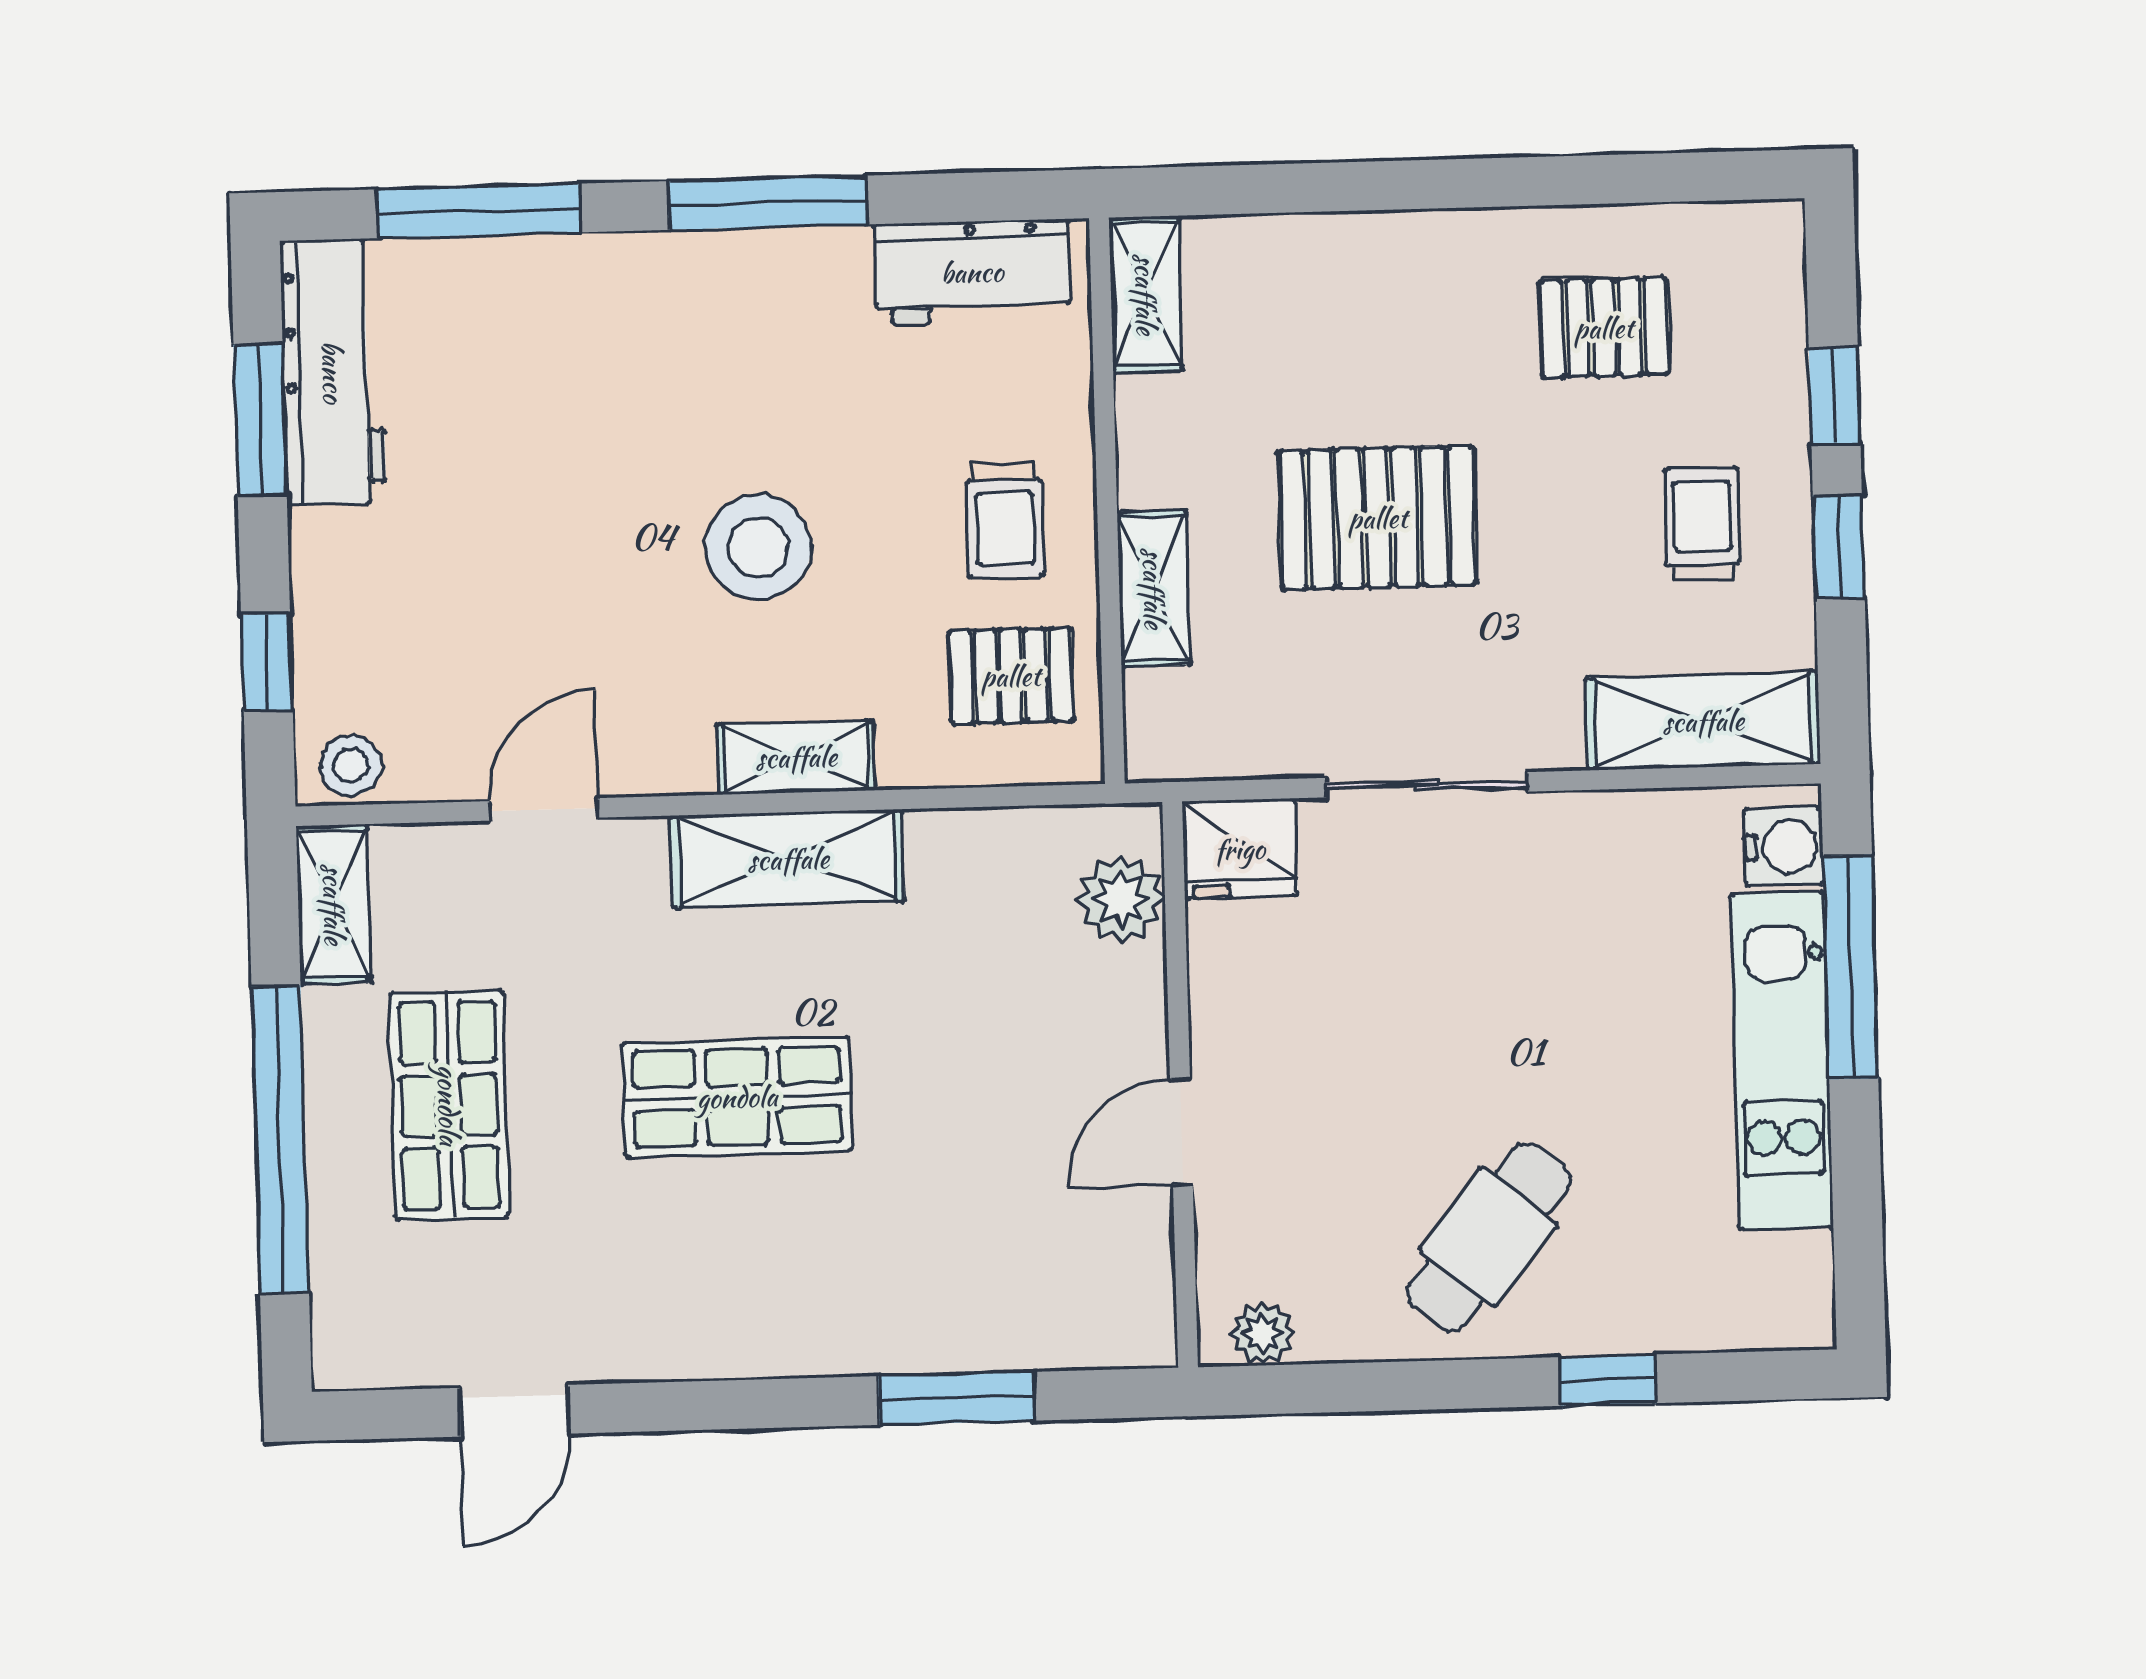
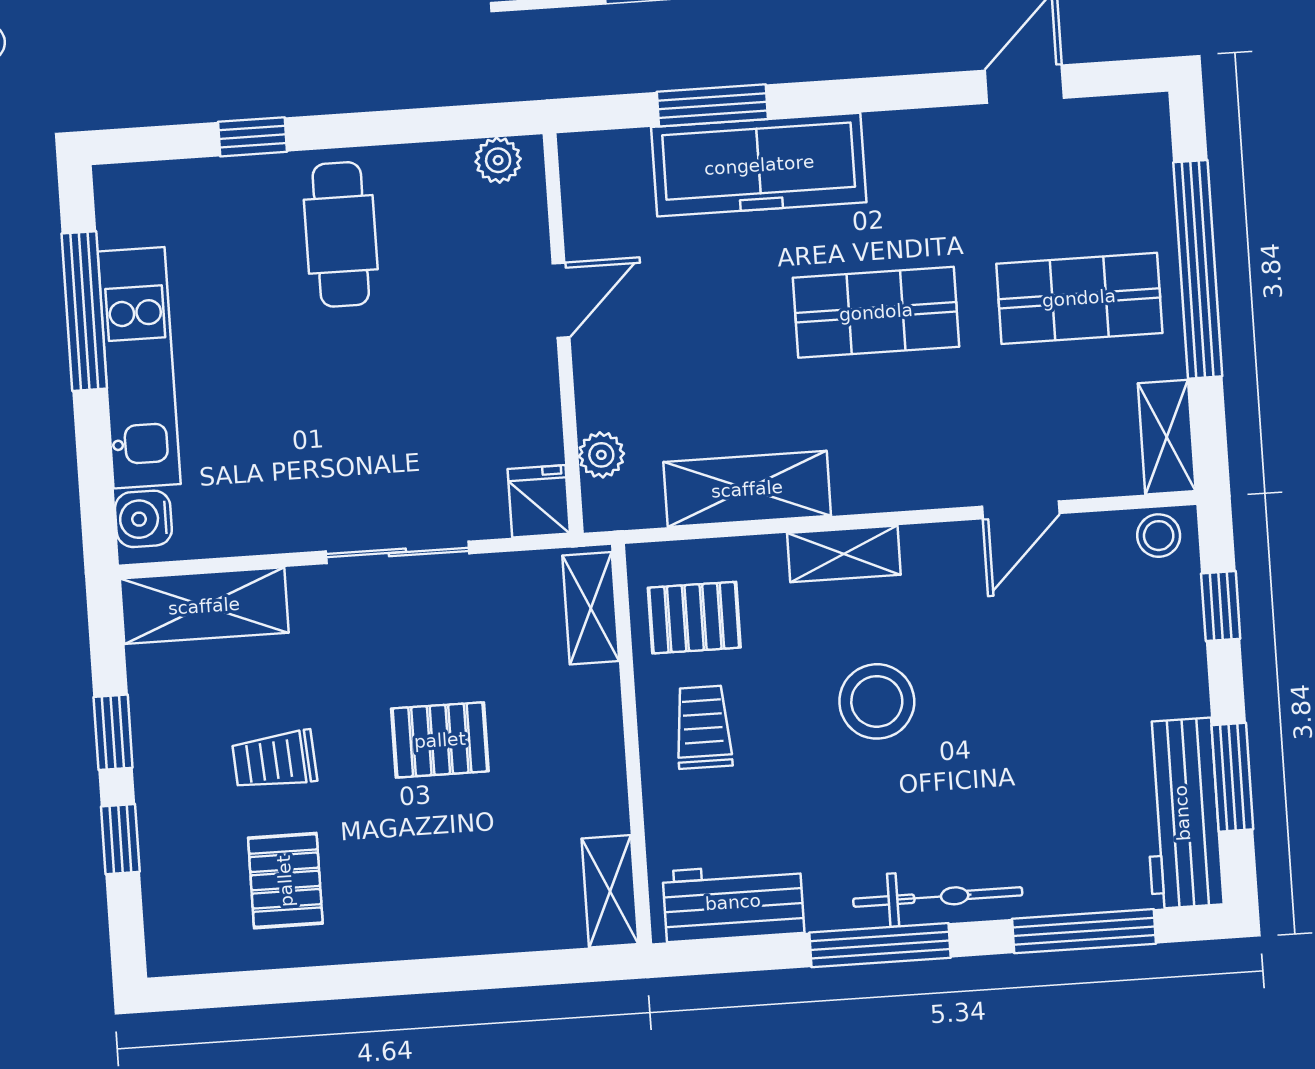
bicycle: (683, 267) -> (938, 897), added
pallet: (1604, 328) -> (285, 881), turned 90
pallet: (1378, 518) -> (440, 740), width x0.67, depth x0.71
trolley: (1702, 524) -> (274, 760), moved, turned 86
shelving: (1154, 588) -> (591, 608), moved
fridge: (1240, 849) -> (539, 501), width x0.72
shelving: (788, 859) -> (747, 489), moved
plant: (1121, 899) -> (601, 455), width x0.73, depth x0.73
window: (1851, 967) -> (84, 311), moved
shop shelf: (449, 1105) -> (1079, 298), turned 90
cafe table: (1489, 1237) -> (341, 234), turned -39
freezer: (894, 1312) -> (759, 165), added

